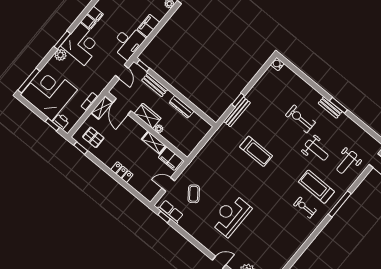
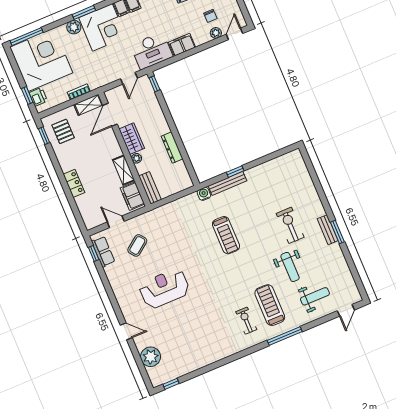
water cooler: (277, 64) -> (204, 194), moved
bench: (155, 85) -> (150, 188), moved
weight bench: (347, 162) -> (315, 296), turned 180

